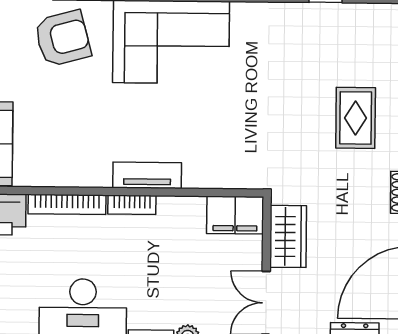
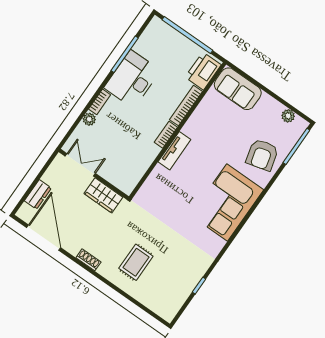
rug: (356, 118) -> (136, 262), turned 90
filing cabinet: (235, 215) -> (129, 178), removed

